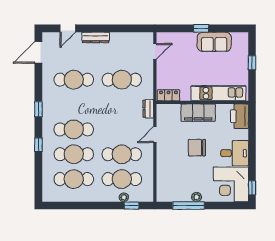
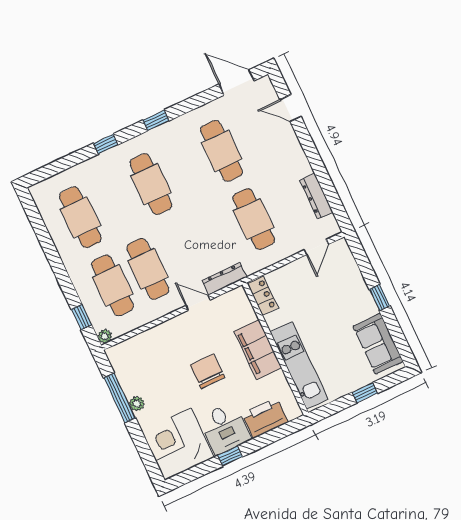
dresser: (96, 37) -> (316, 196), moved
sofa: (214, 42) -> (378, 344), moved
door: (155, 51) -> (316, 247), hinge flipped
dresser: (148, 109) -> (224, 279), width x1.44
printer: (240, 116) -> (265, 418), moved
cafe table: (74, 154) -> (116, 201), removed
window: (252, 188) -> (230, 456), moved
plant: (124, 197) -> (105, 336), moved

